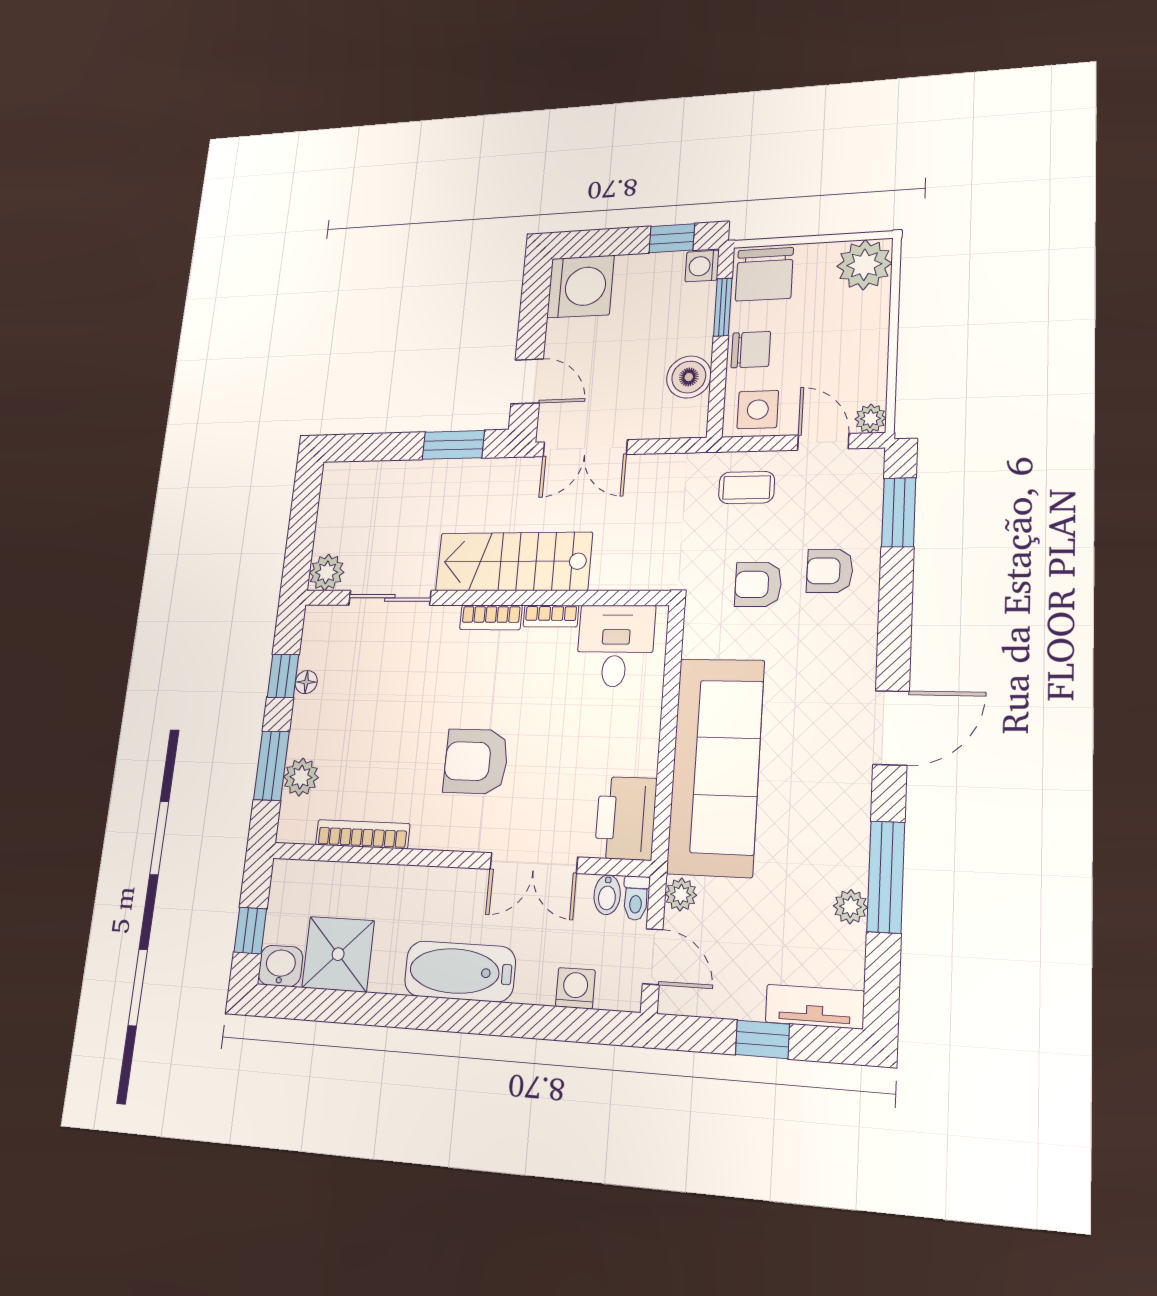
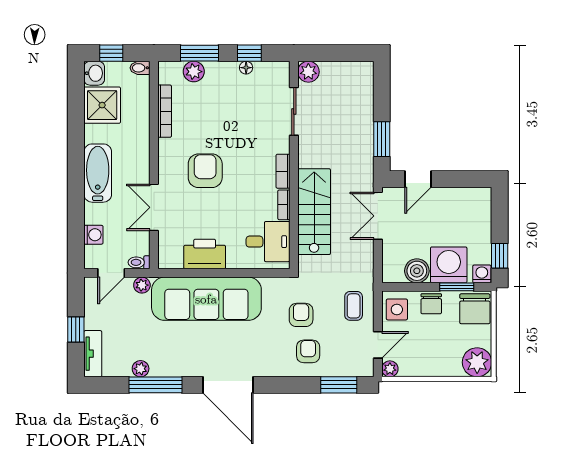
chair: (764, 274) -> (475, 309), turned -90
washing machine: (580, 287) -> (449, 265), moved, turned 180
stairs: (513, 562) -> (314, 212), moved
door: (891, 728) -> (228, 385), width x1.36
printer: (626, 818) -> (205, 254), moved
bidet: (607, 895) -> (140, 68), moved

